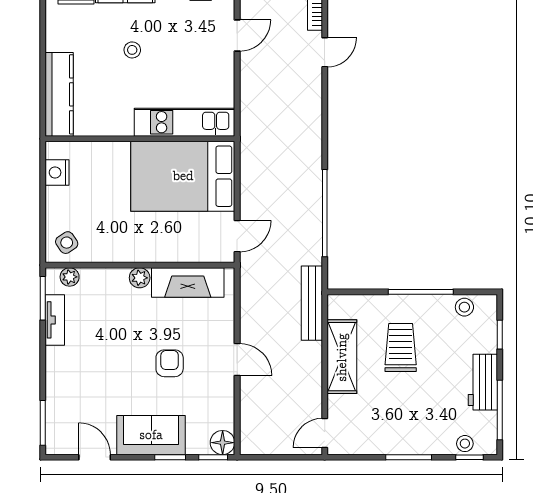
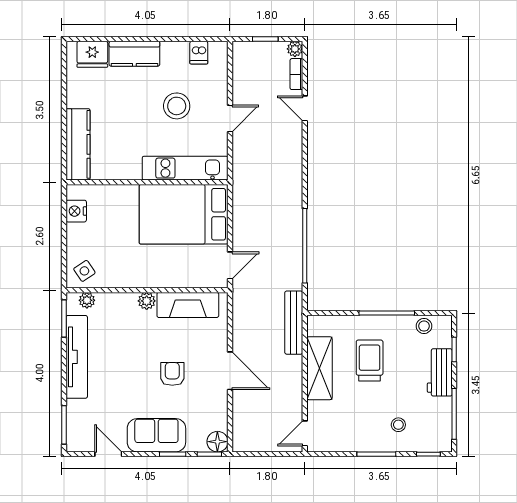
door: (237, 35) -> (230, 118), moved
stool: (132, 50) -> (177, 106), moved, width x1.89, depth x1.89
door: (325, 52) -> (305, 108), swing flipped
tv unit: (55, 320) -> (77, 357), width x1.92, depth x1.29
door: (237, 360) -> (230, 371), width x1.38
workbench: (483, 382) -> (440, 372), moved
stool: (465, 444) -> (398, 425), moved

